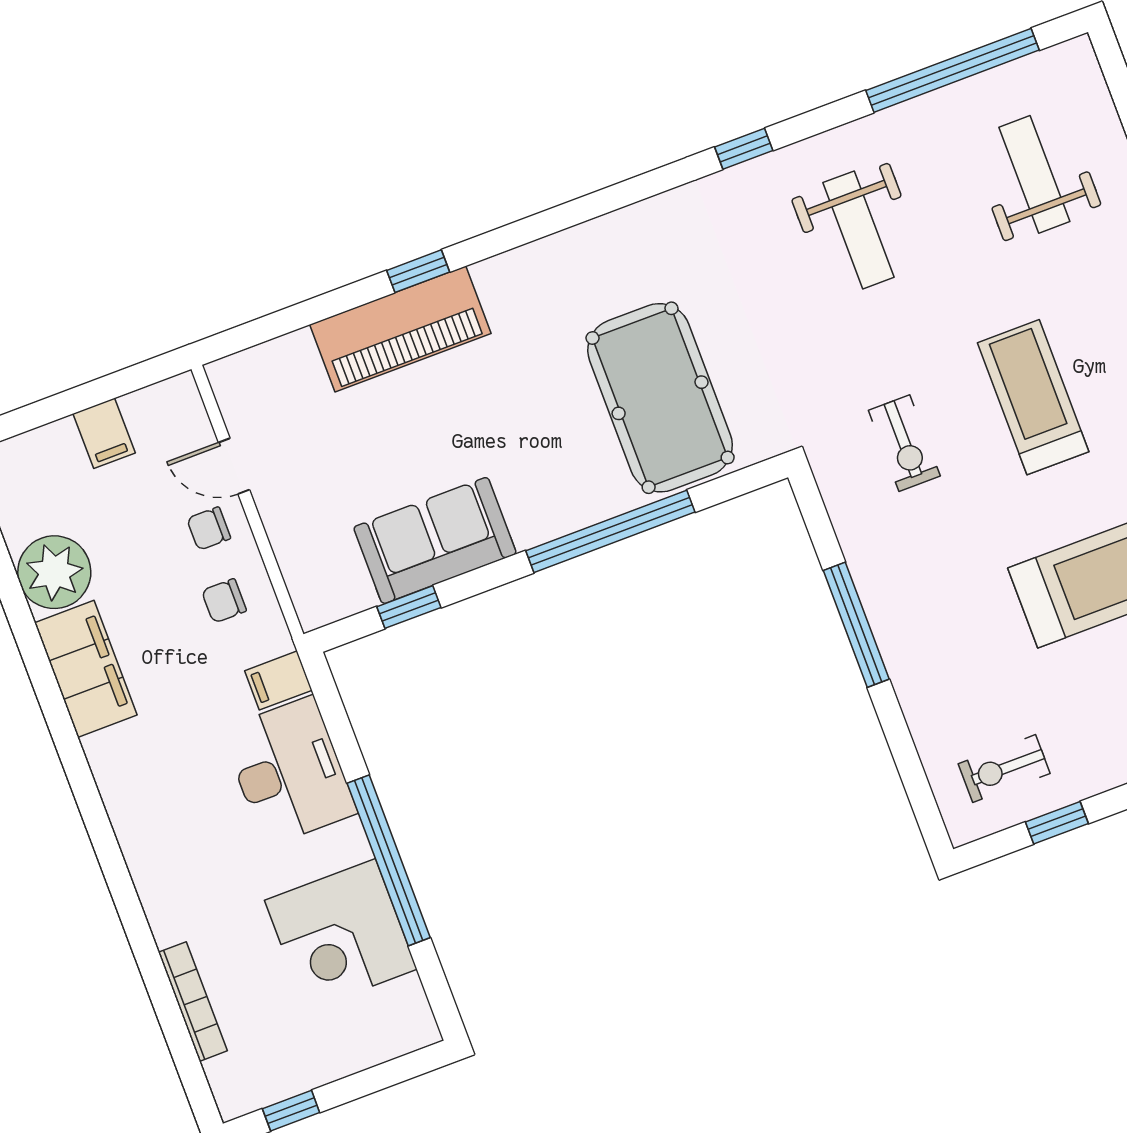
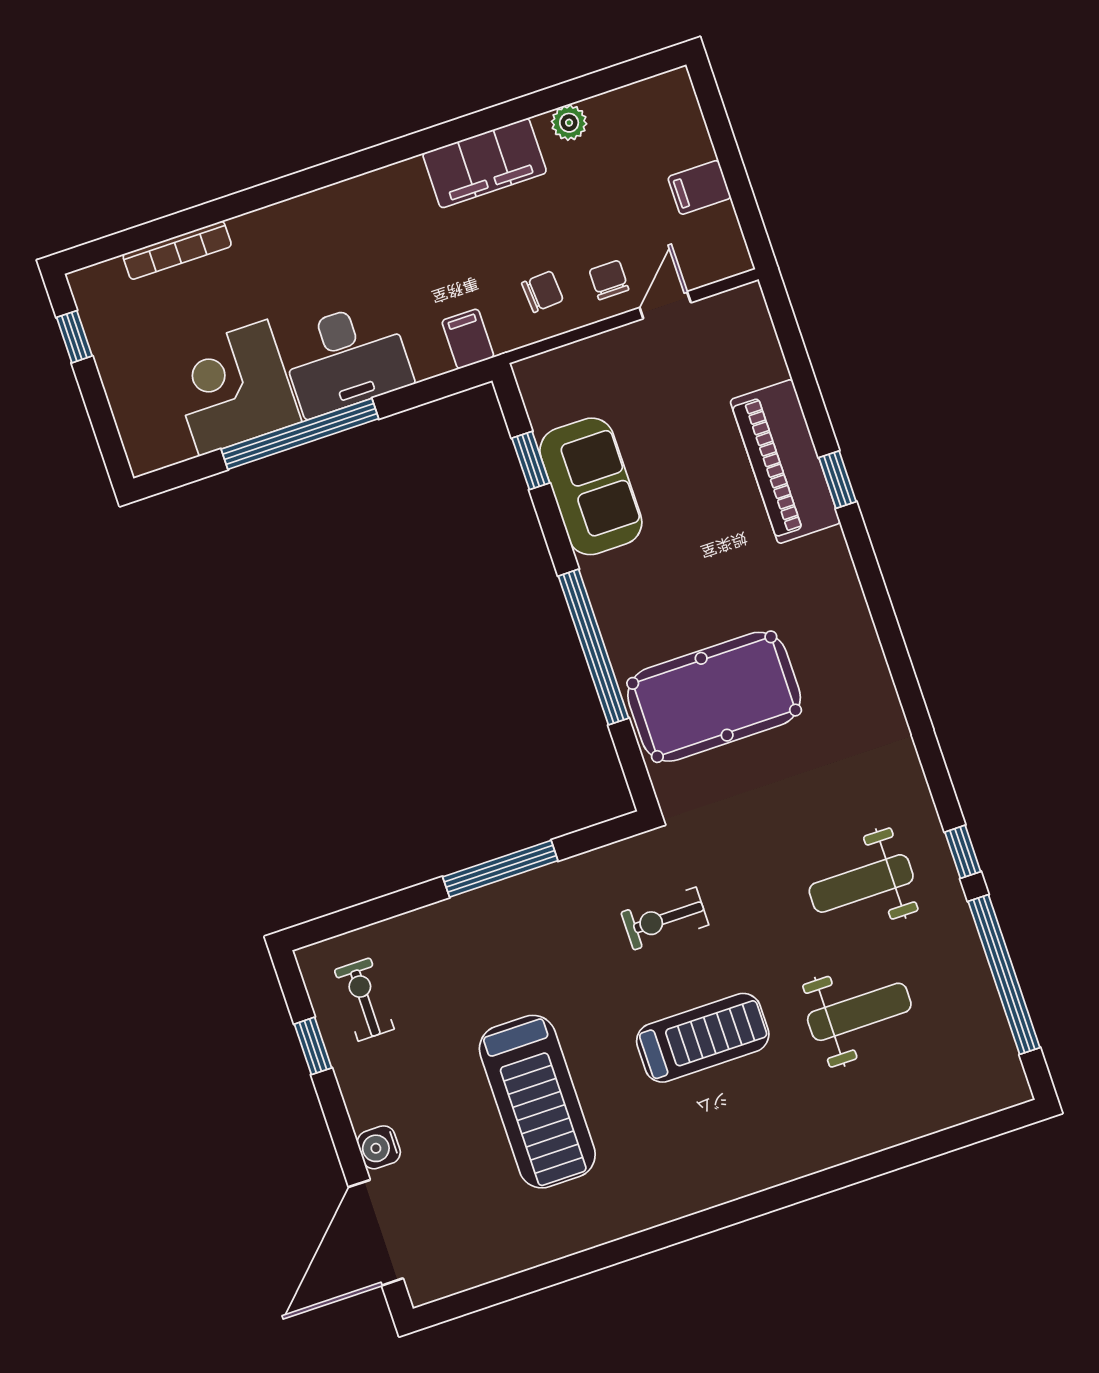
window: (744, 149) -> (963, 852), moved
weight bench: (1034, 174) -> (859, 1012), moved
plant: (54, 572) -> (569, 123), width x0.53, depth x0.53
chair: (224, 601) -> (542, 292), turned 86
desk: (289, 771) -> (346, 359), moved

